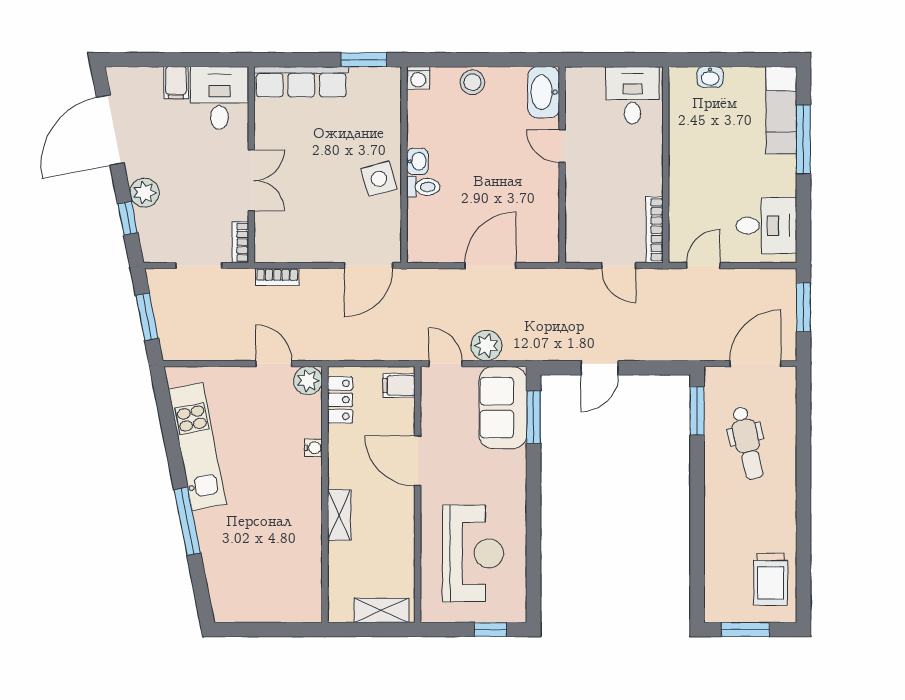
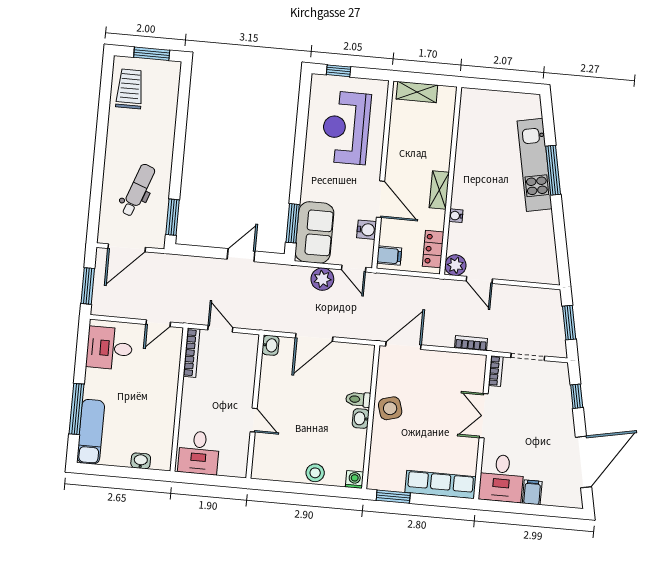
washbasin: (544, 92) -> (270, 345), moved, width x0.52, depth x0.69
plant: (144, 193) -> (563, 414), removed
water cooler: (433, 418) -> (367, 230), added
dental chair: (747, 443) -> (138, 190), turned 33
kitchen unit: (197, 447) -> (535, 165), moved
shelving: (339, 515) -> (439, 190), moved

